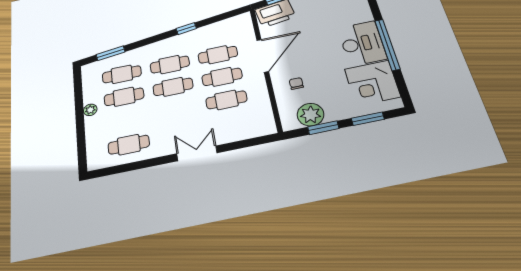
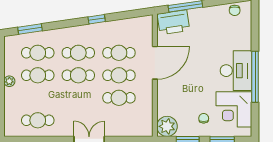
chair: (296, 83) -> (204, 118), moved
plant: (311, 115) -> (167, 126), moved

